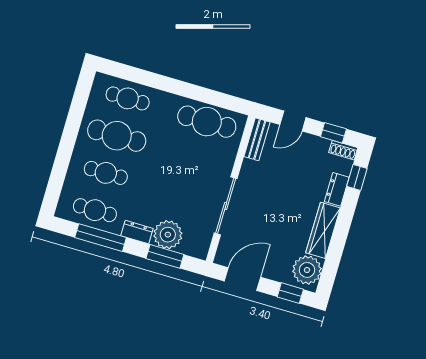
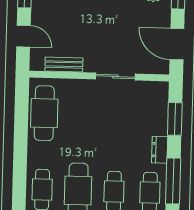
bench: (257, 139) -> (64, 64), moved
sliding door: (226, 206) -> (115, 76), width x0.73
plant: (168, 235) -> (155, 121), removed

